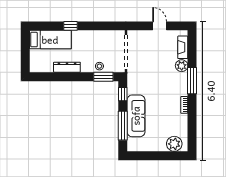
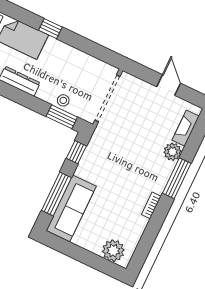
sofa: (136, 116) -> (71, 208), moved

